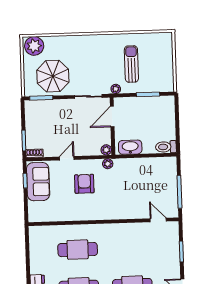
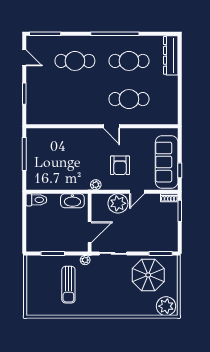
plant: (106, 150) -> (118, 203), moved, width x1.88, depth x1.88
sofa: (38, 182) -> (167, 162), width x1.36
door: (158, 220) -> (112, 126), moved

